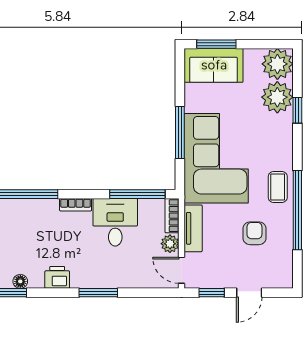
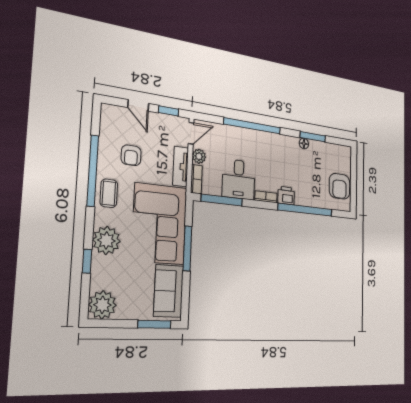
sofa: (214, 65) -> (169, 291), moved, turned -90
plant: (277, 97) -> (106, 240), moved
door: (182, 270) -> (191, 133), hinge flipped
printer: (57, 277) -> (286, 196), moved, turned 180
window: (98, 293) -> (252, 126), width x2.11
door: (249, 293) -> (138, 105), swing flipped

